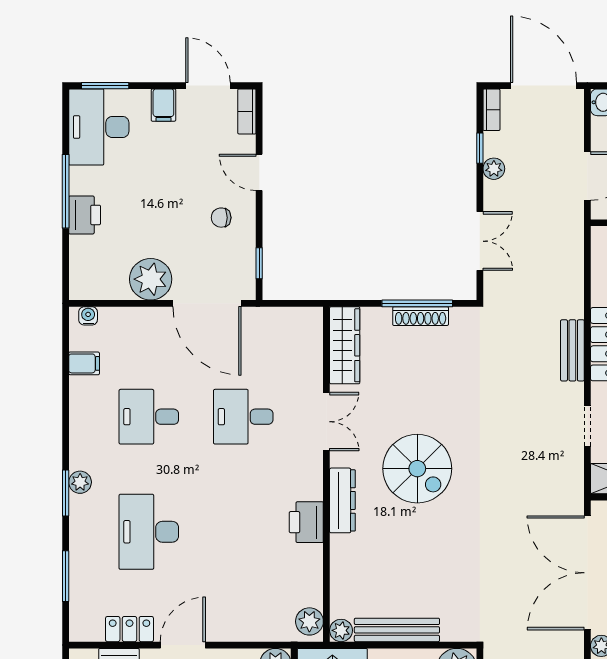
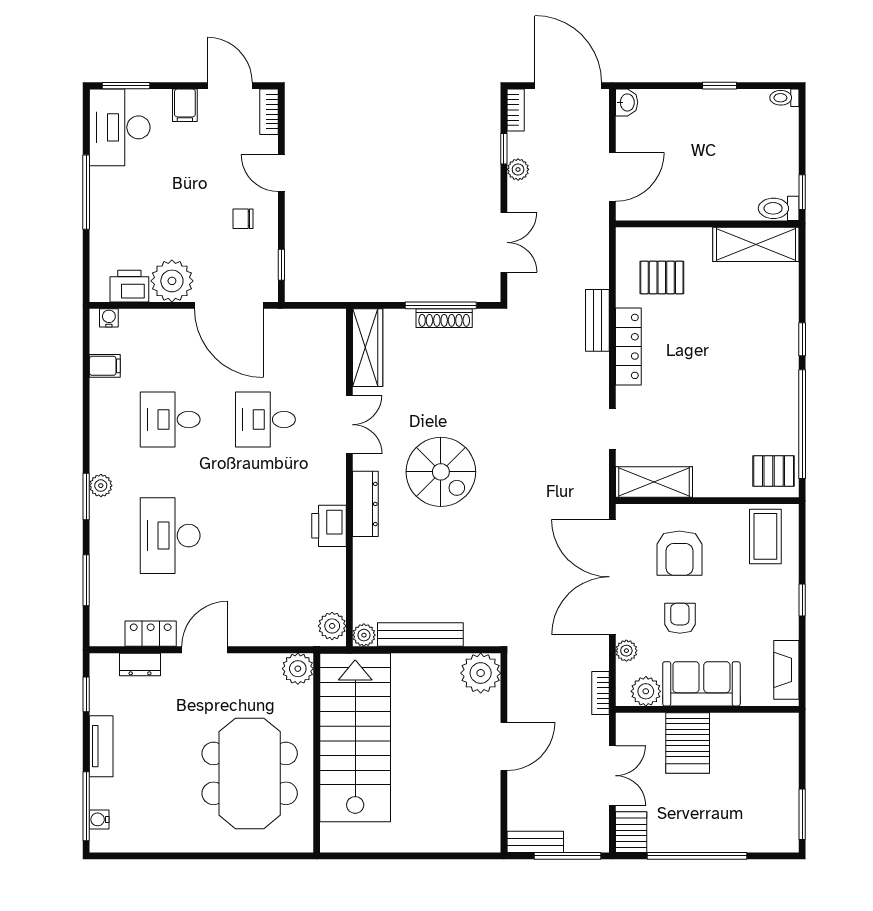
printer: (85, 215) -> (129, 286), moved, turned -90
bench: (572, 350) -> (597, 320), moved

